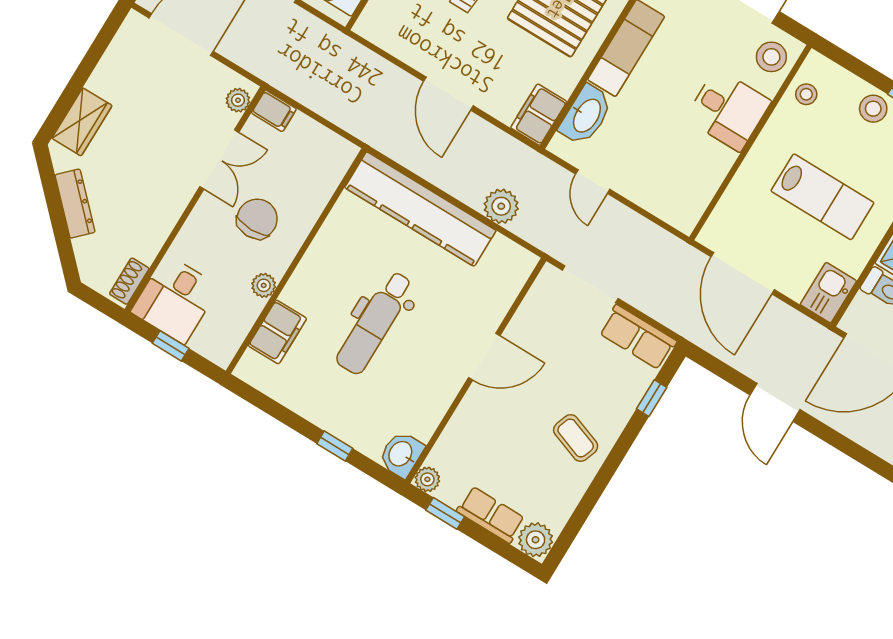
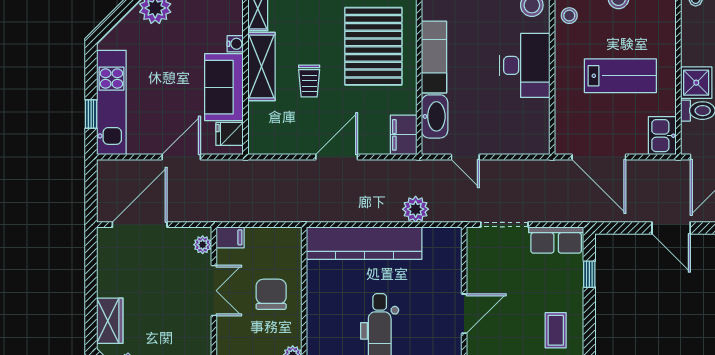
door: (448, 94) -> (337, 157), swing flipped
desk: (728, 110) -> (525, 65), width x1.37
chair: (257, 219) -> (271, 294), moved
coffee table: (576, 438) -> (556, 330), turned 70

